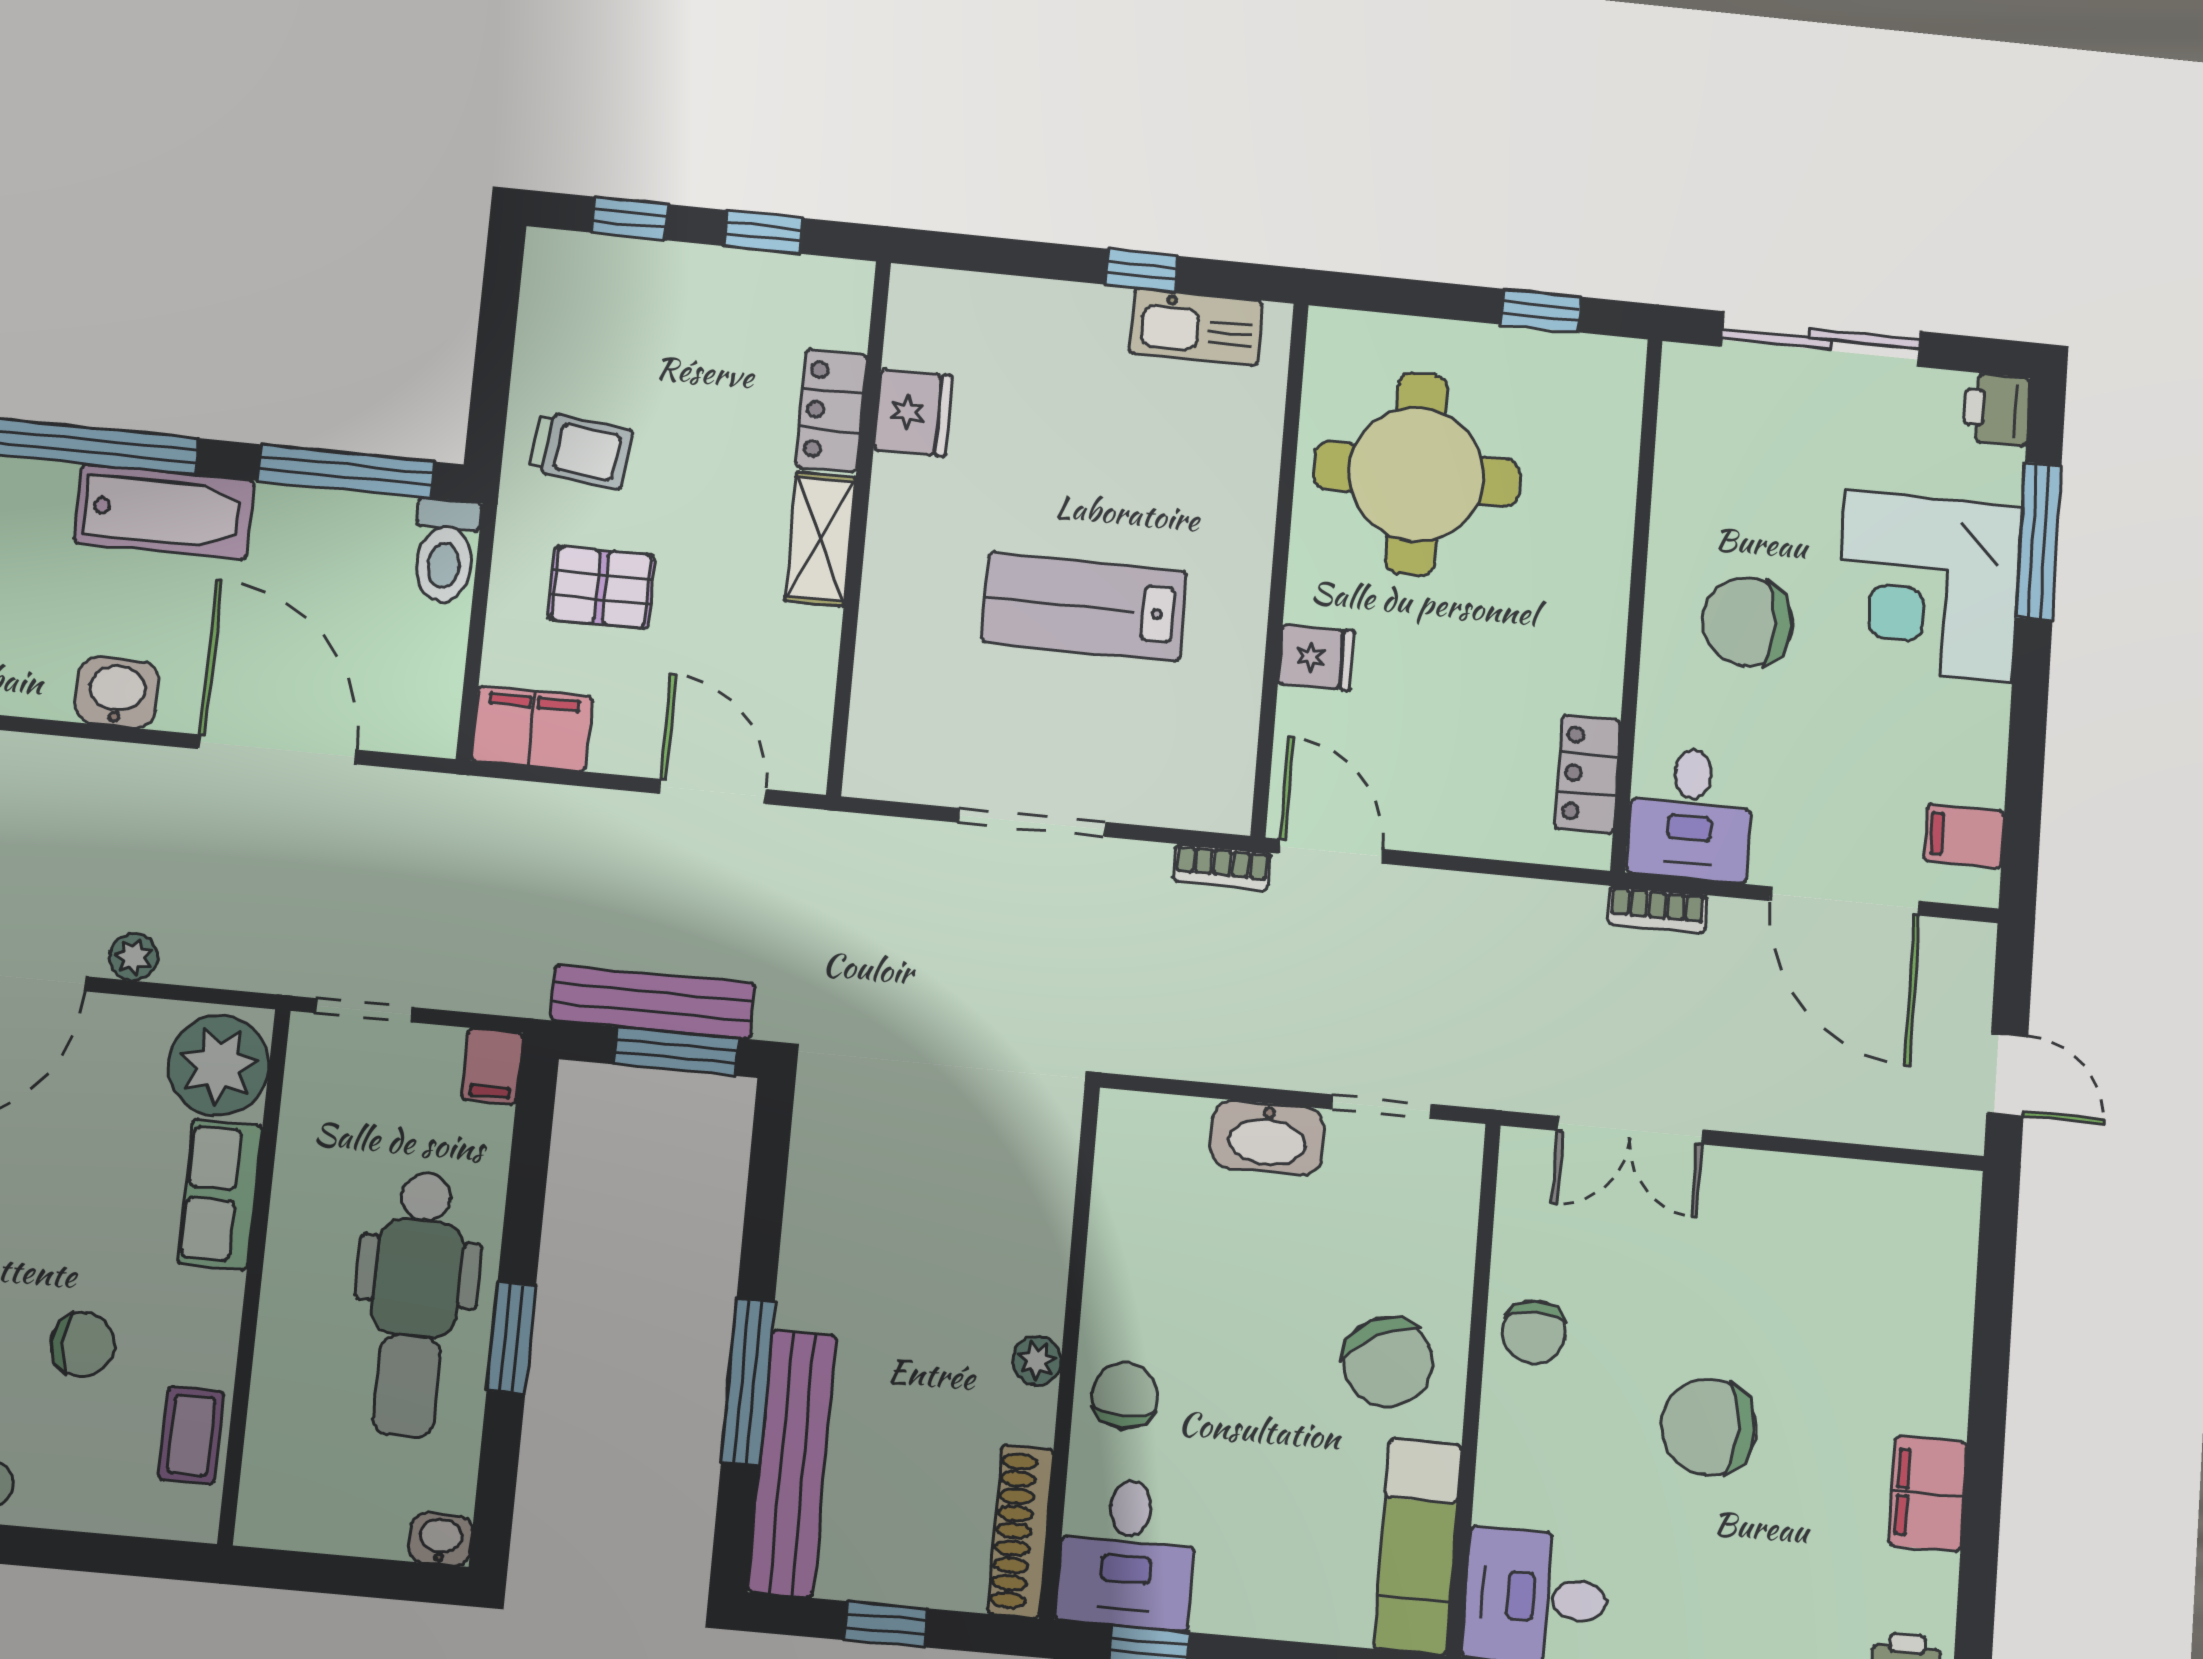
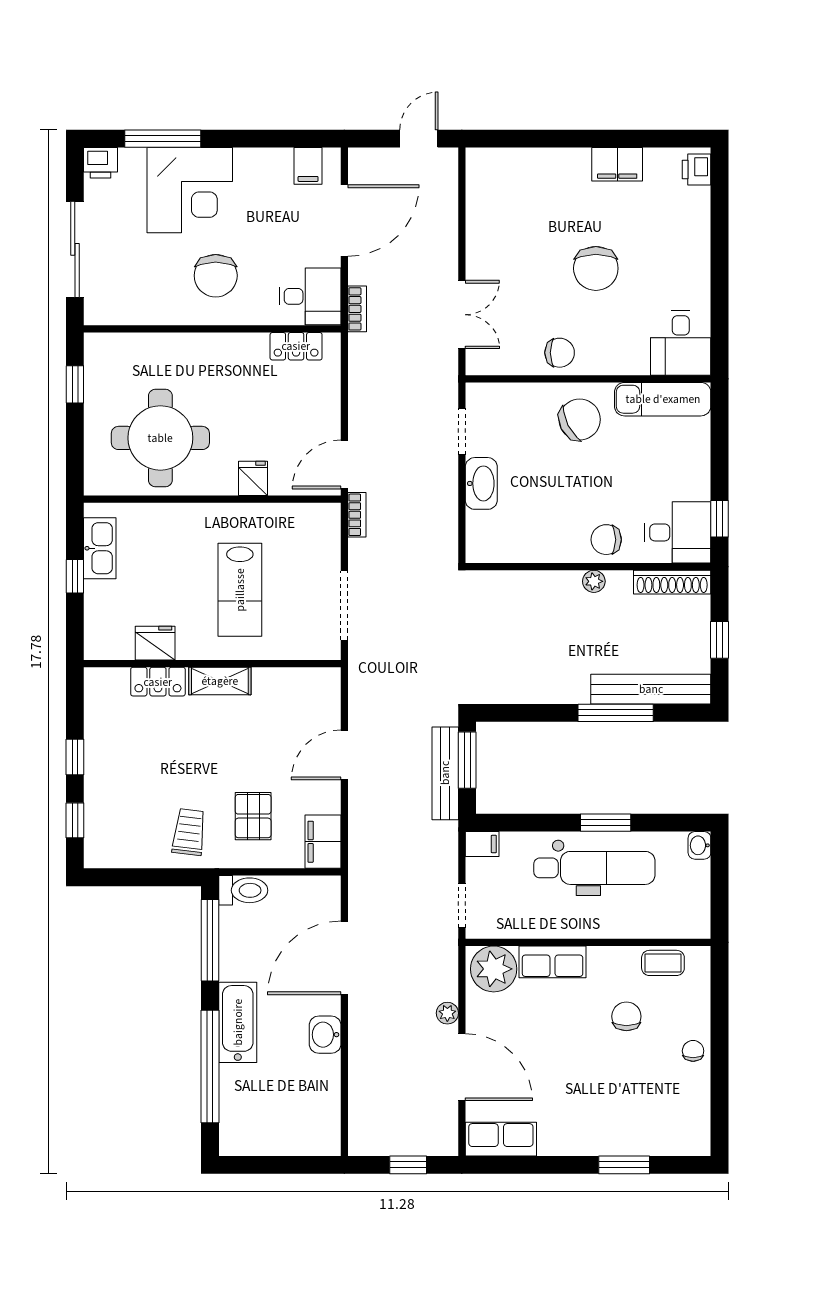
locker: (831, 411) -> (158, 682), moved
fridge: (913, 413) -> (155, 643), moved
wall: (859, 527) -> (212, 664), moved
shelving: (820, 539) -> (220, 681), moved

